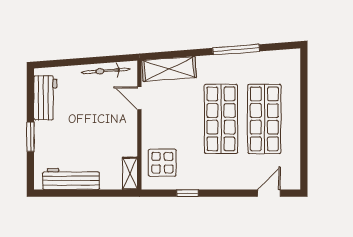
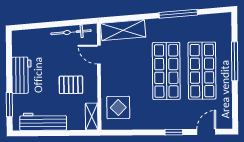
workbench: (45, 98) -> (21, 75), moved
window: (304, 108) -> (235, 61), added
pallet: (105, 135) -> (71, 85), added
window: (30, 137) -> (9, 105), moved
window: (188, 193) -> (174, 132), moved

